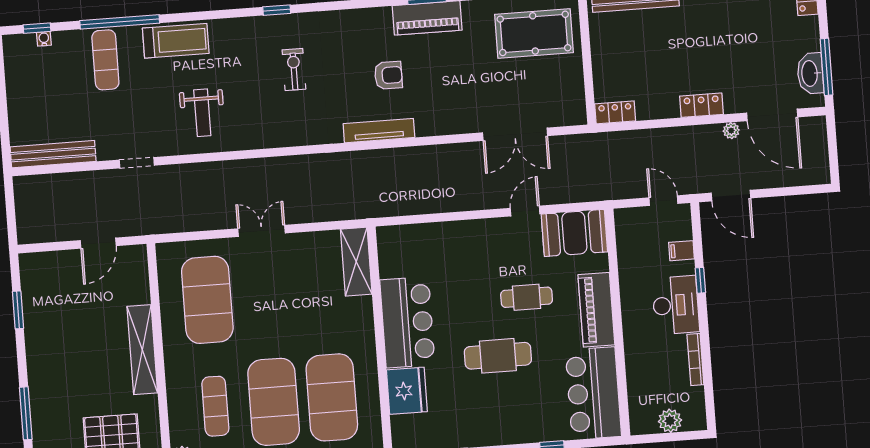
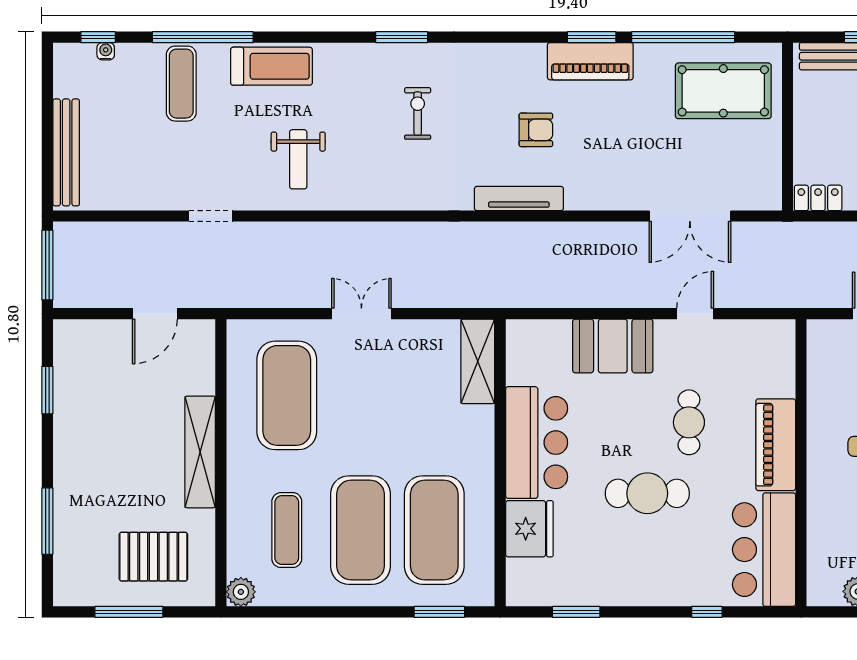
window: (277, 10) -> (402, 37), width x1.50
bench: (53, 154) -> (66, 152), moved, turned 90
window: (11, 211) -> (47, 265), added
booth: (574, 233) -> (613, 346), moved
cafe table: (527, 297) -> (689, 422), turned 90

